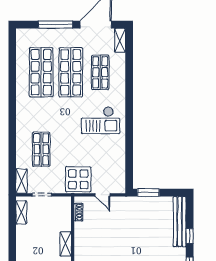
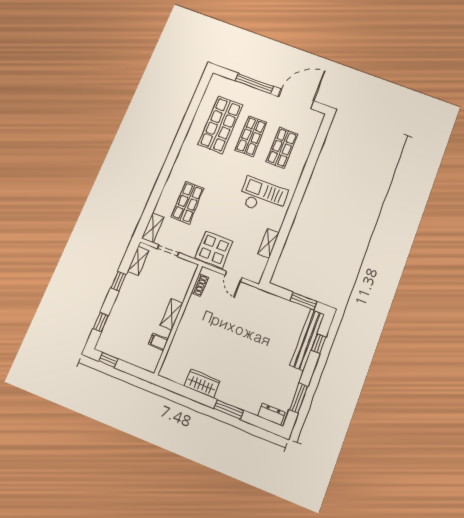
shelving: (120, 40) -> (268, 243), moved
shop shelf: (71, 72) -> (251, 136), width x0.70, depth x0.74
checkout: (101, 120) -> (263, 197), turned 180
window: (148, 193) -> (303, 301), moved
window: (12, 235) -> (118, 281), added
window: (190, 236) -> (319, 343), moved

